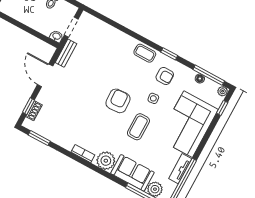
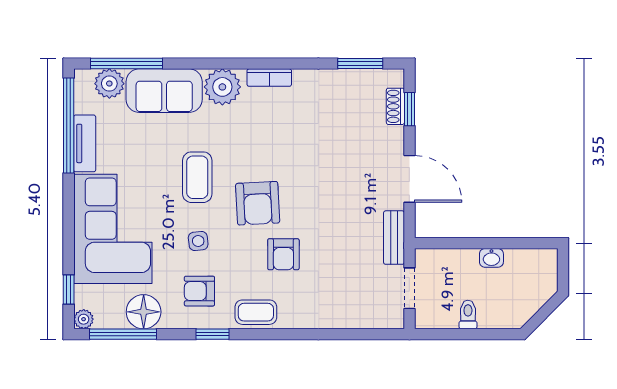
washbasin: (56, 36) -> (491, 258), moved
armchair: (119, 72) -> (283, 254), added
floor lamp: (200, 79) -> (144, 312), width x1.89, depth x1.89

